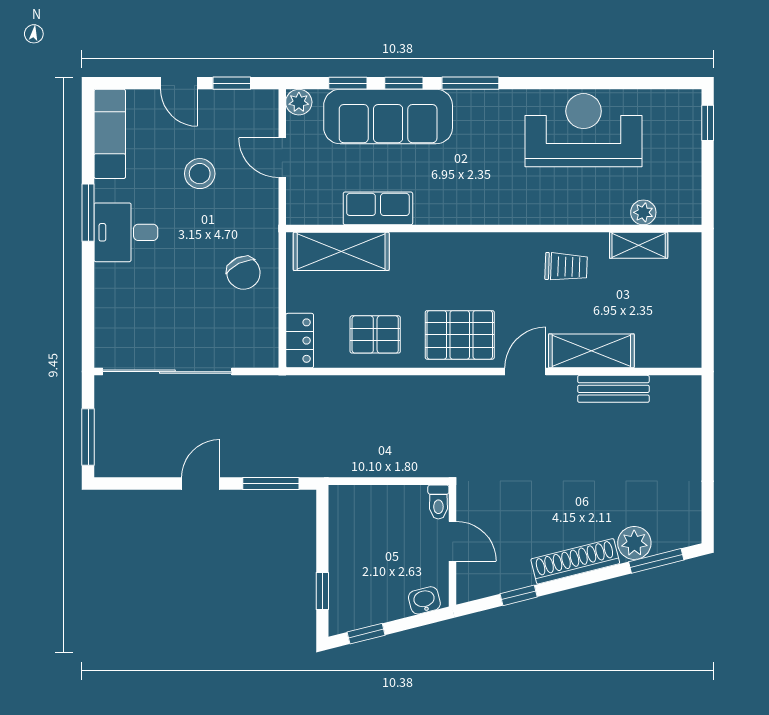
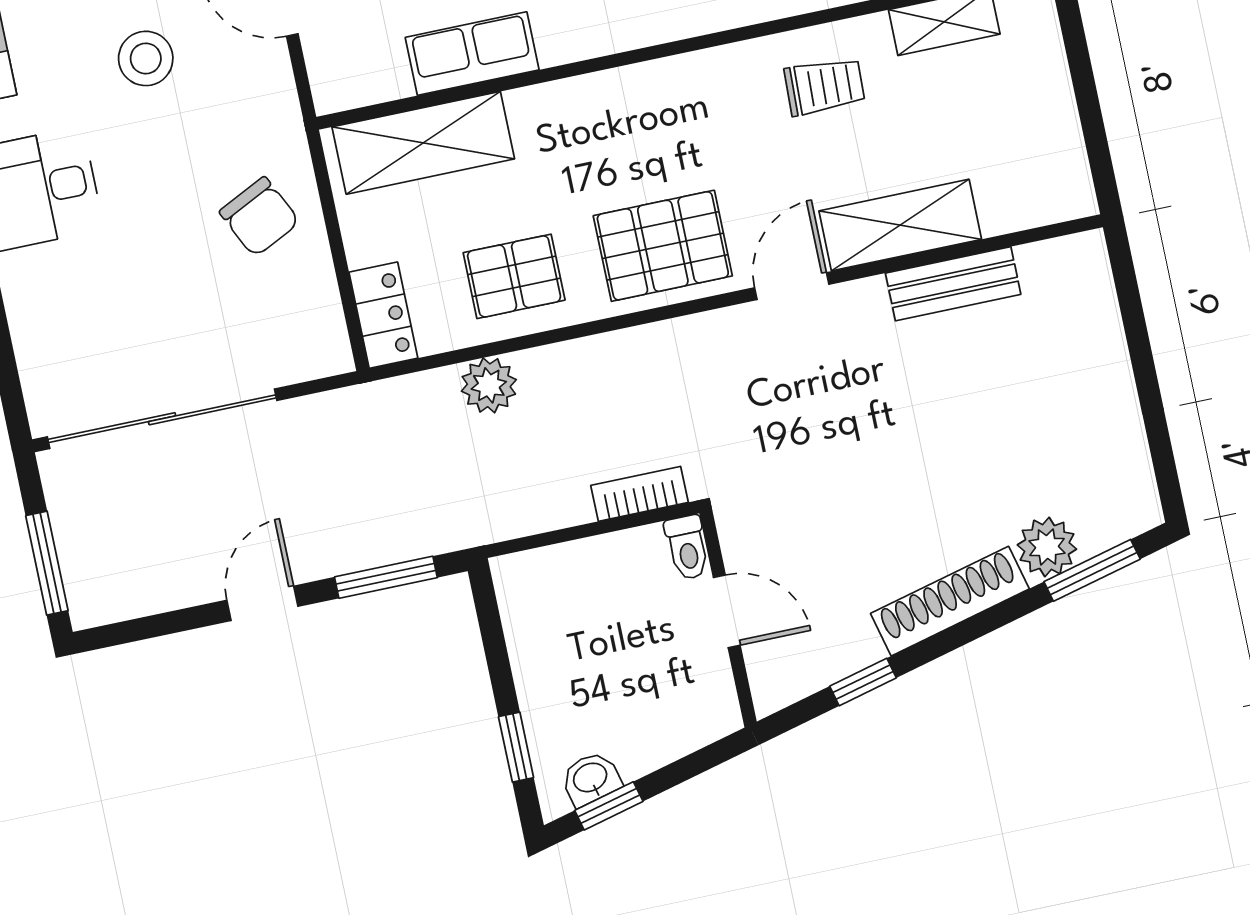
plant: (349, 391) -> (489, 385), added
bookcase: (419, 467) -> (640, 494), added
washbasin: (424, 600) -> (591, 779), moved

